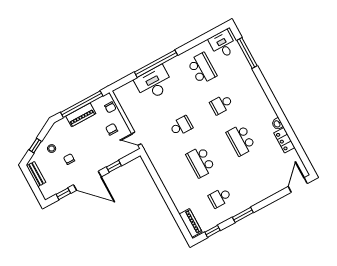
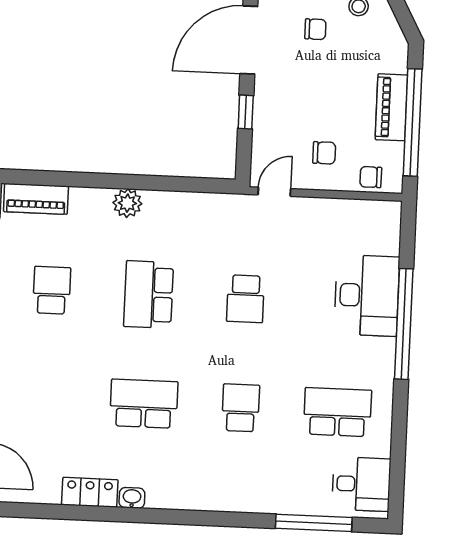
school desk: (202, 68) -> (338, 412), turned 180
school desk: (201, 162) -> (149, 294), turned -90
plant: (172, 189) -> (127, 203), added

